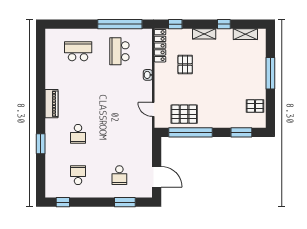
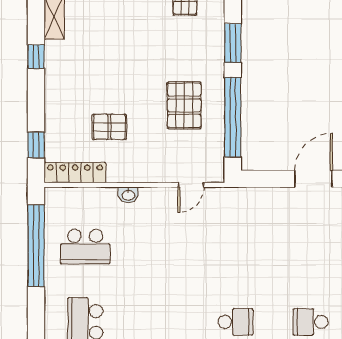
shelving: (204, 34) -> (54, 92), removed
pallet: (184, 114) -> (184, 105), moved
window: (241, 132) -> (233, 43), moved
school desk: (119, 175) -> (311, 247), removed

